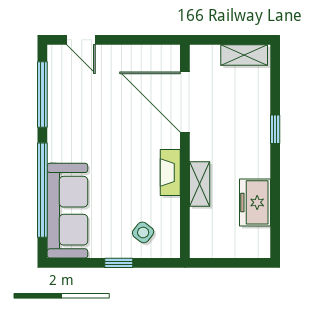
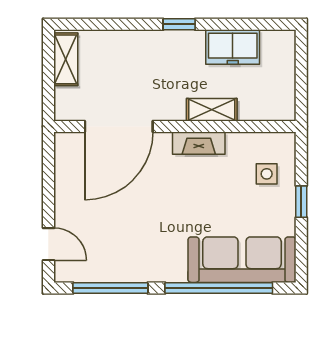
door: (81, 40) -> (48, 244), hinge flipped
window: (275, 129) -> (179, 24), moved
side table: (143, 232) -> (267, 174), turned -38

